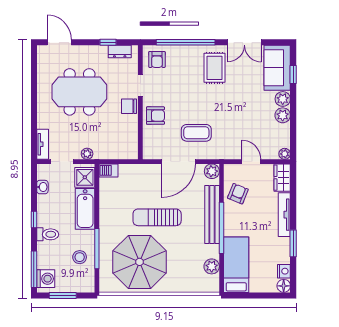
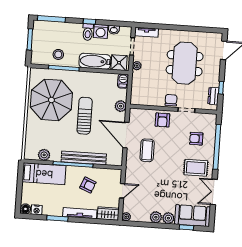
armchair: (157, 59) -> (196, 139), moved
plant: (212, 171) -> (121, 106), moved
armchair: (238, 194) -> (88, 185), moved
toilet: (48, 234) -> (88, 32), moved
washing machine: (46, 279) -> (101, 31), moved

